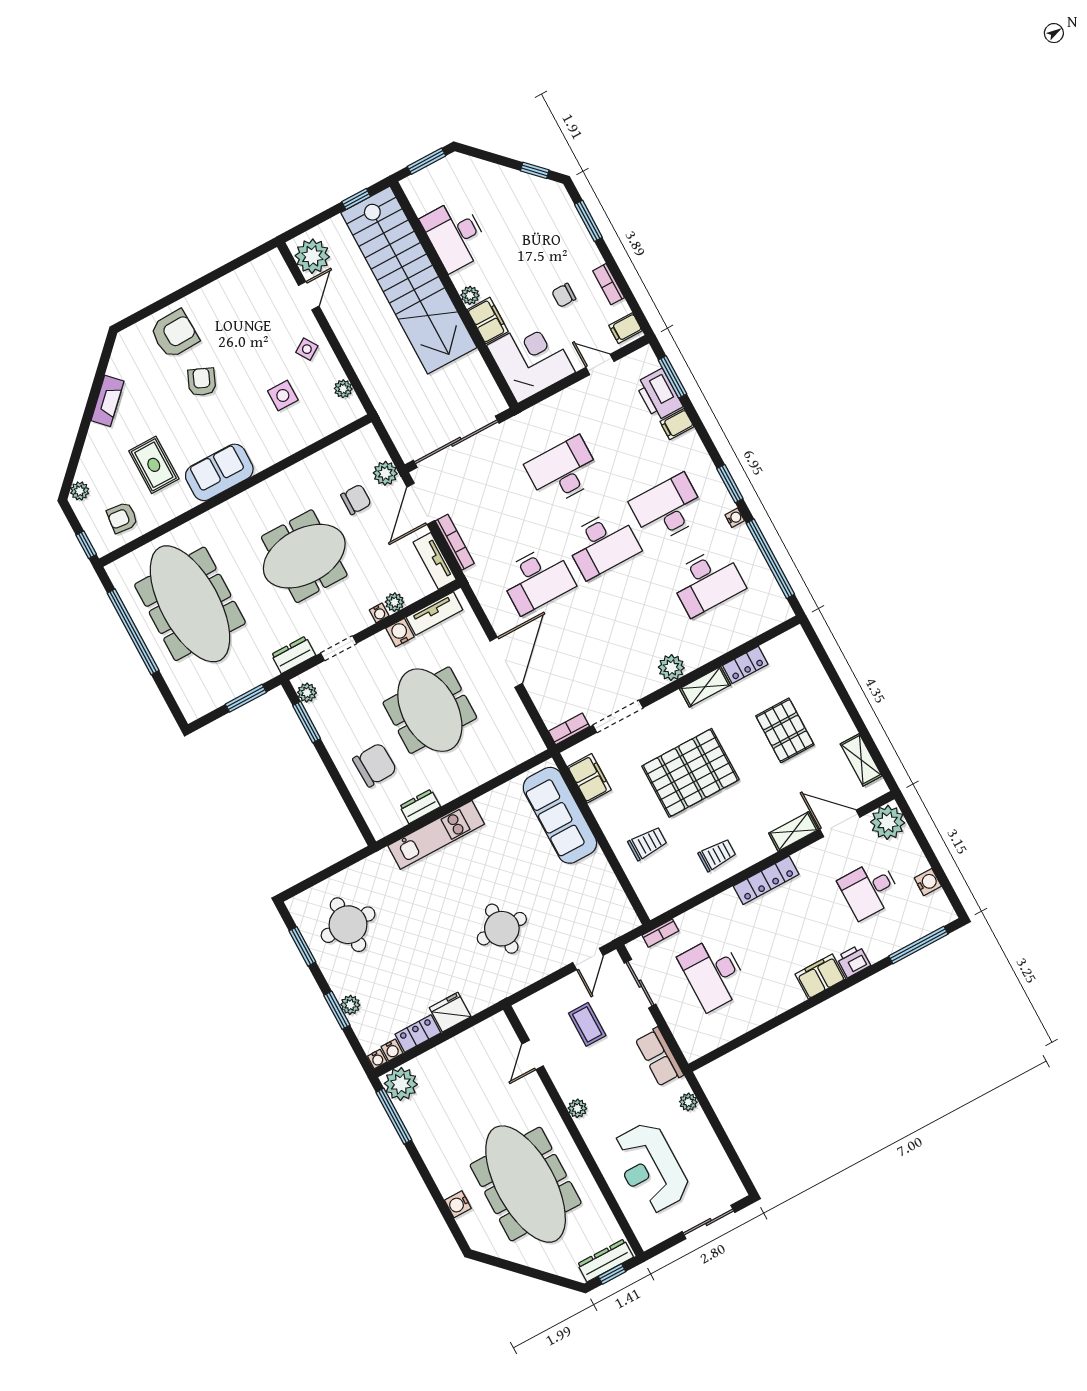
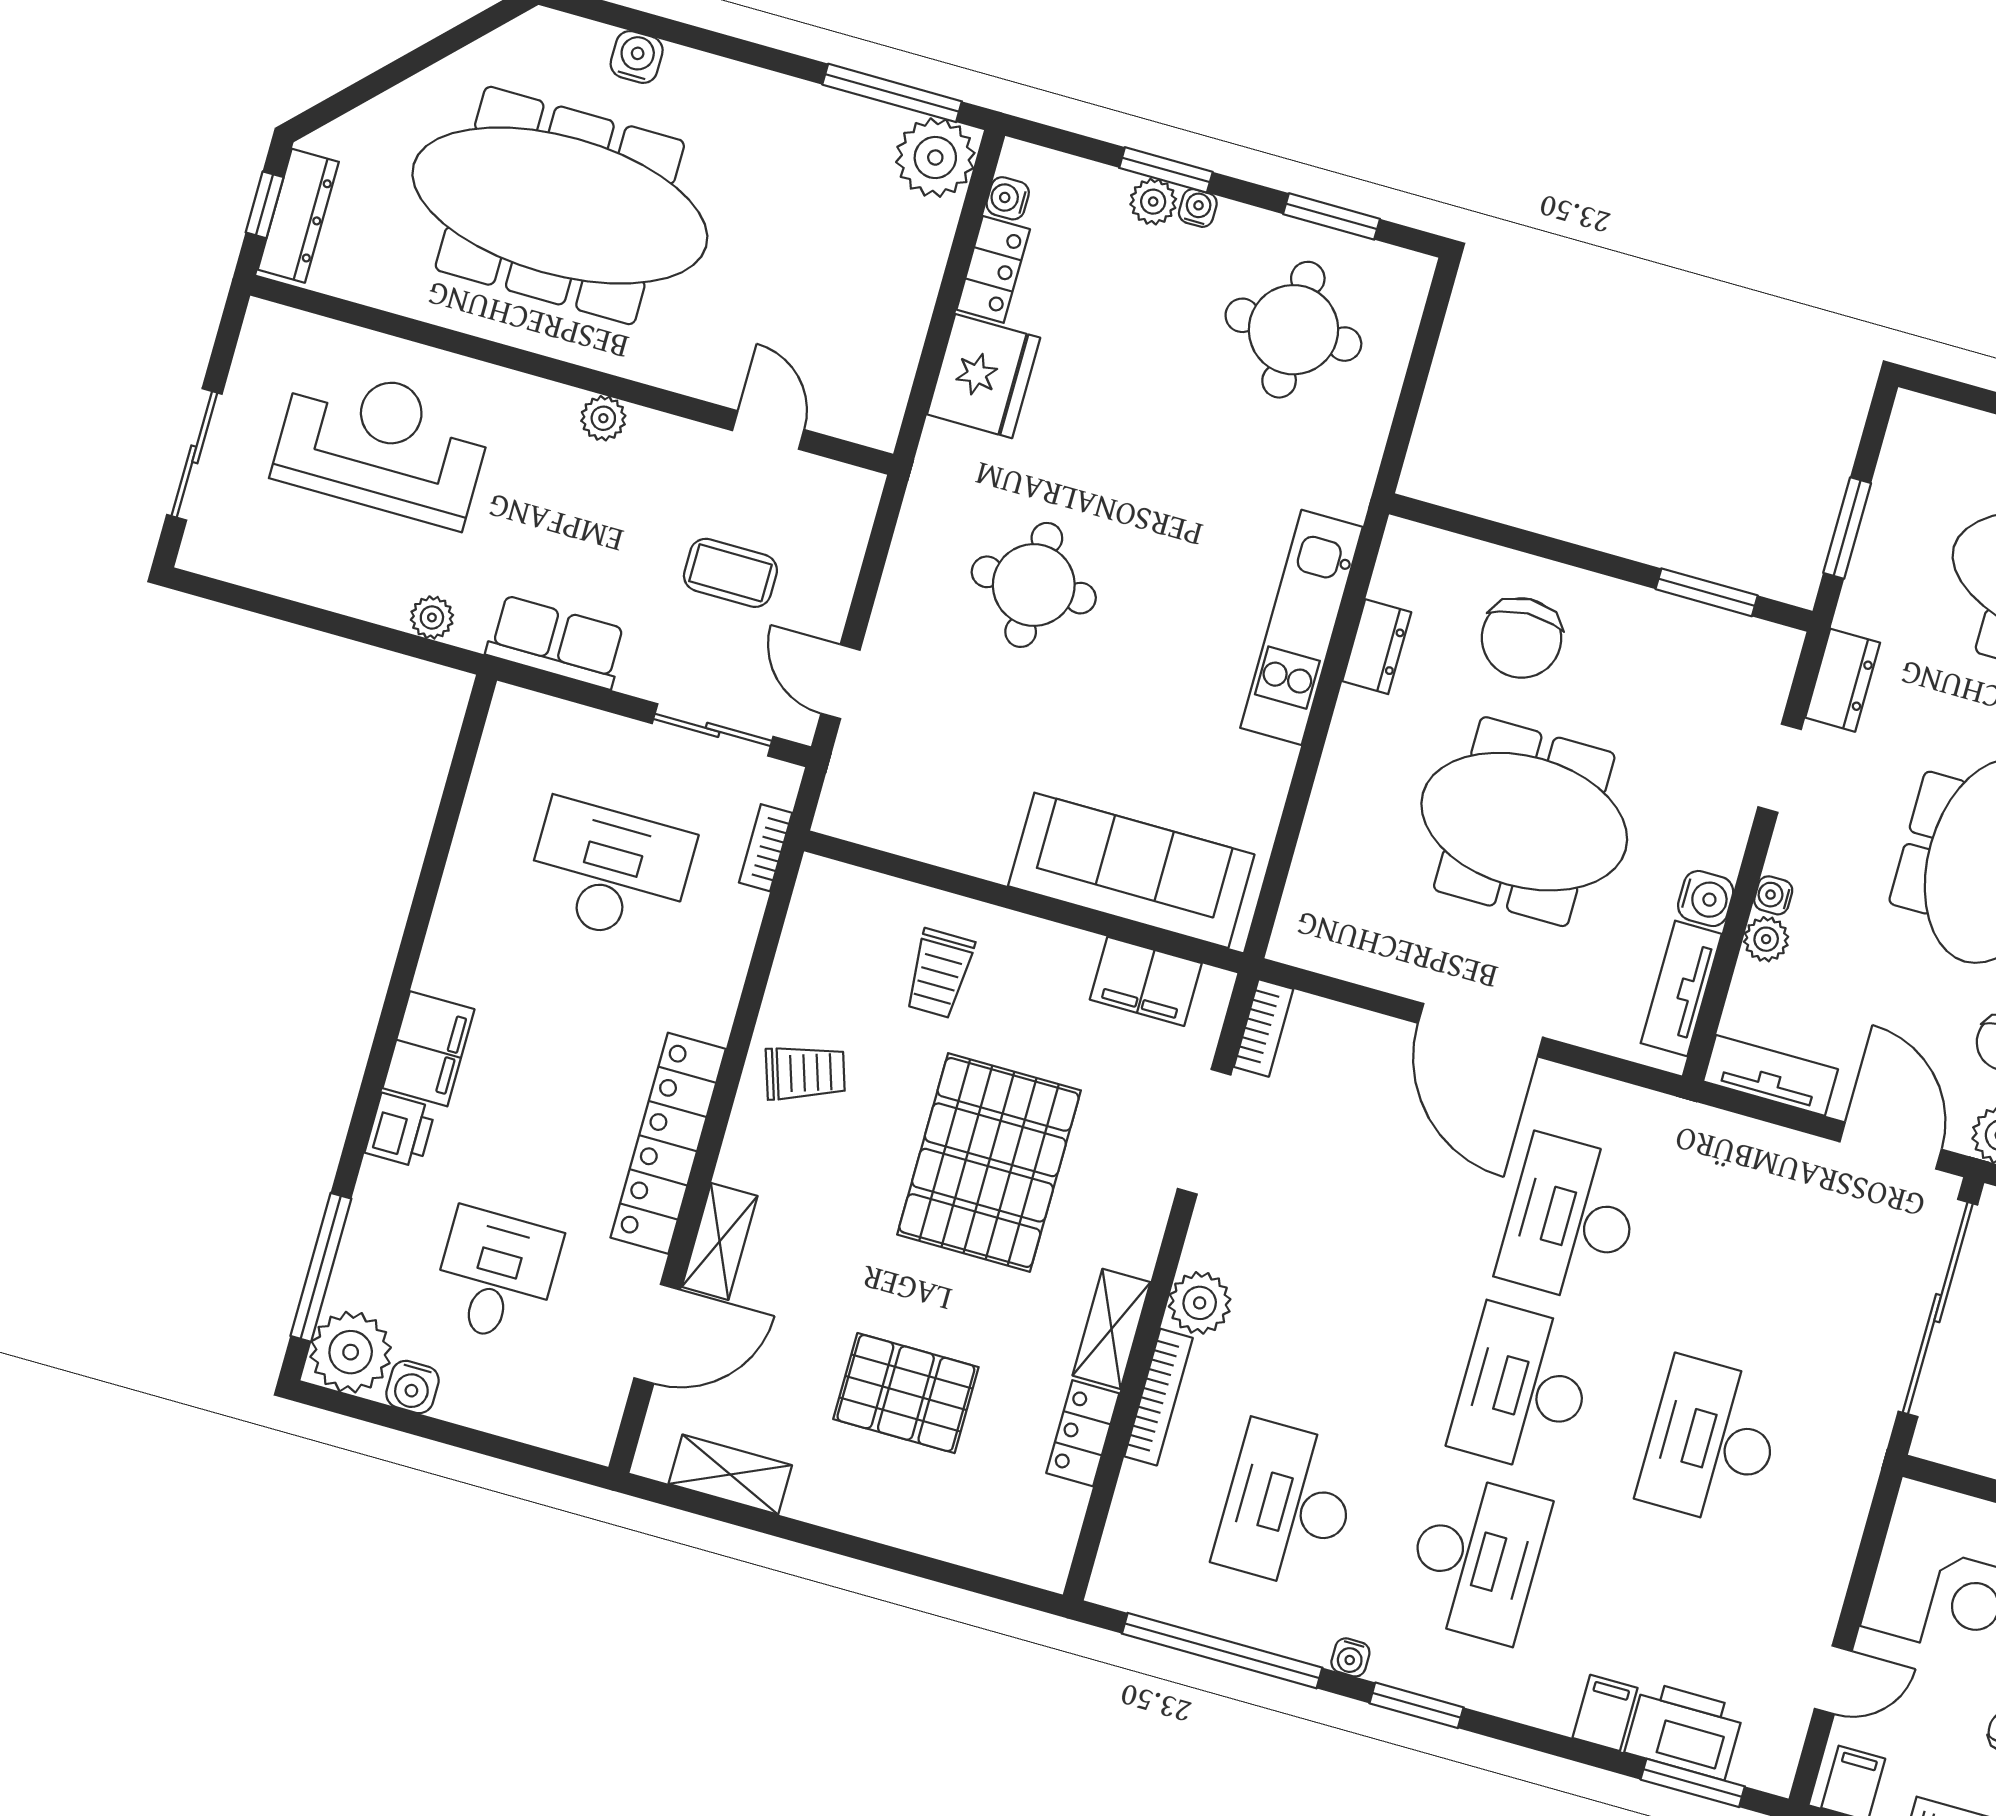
desk: (563, 471) -> (1712, 1442), turned 180
bookcase: (455, 542) -> (1158, 1397), moved, turned -90
plant: (307, 693) -> (1756, 641), removed
plant: (888, 822) -> (351, 1352), moved
trolley: (717, 855) -> (805, 1073), turned -108
locker: (766, 880) -> (668, 1143), width x1.41, depth x1.21
fridge: (450, 1012) -> (984, 376), width x1.36, depth x1.34
water cooler: (377, 1059) -> (1198, 208), moved, turned 90

